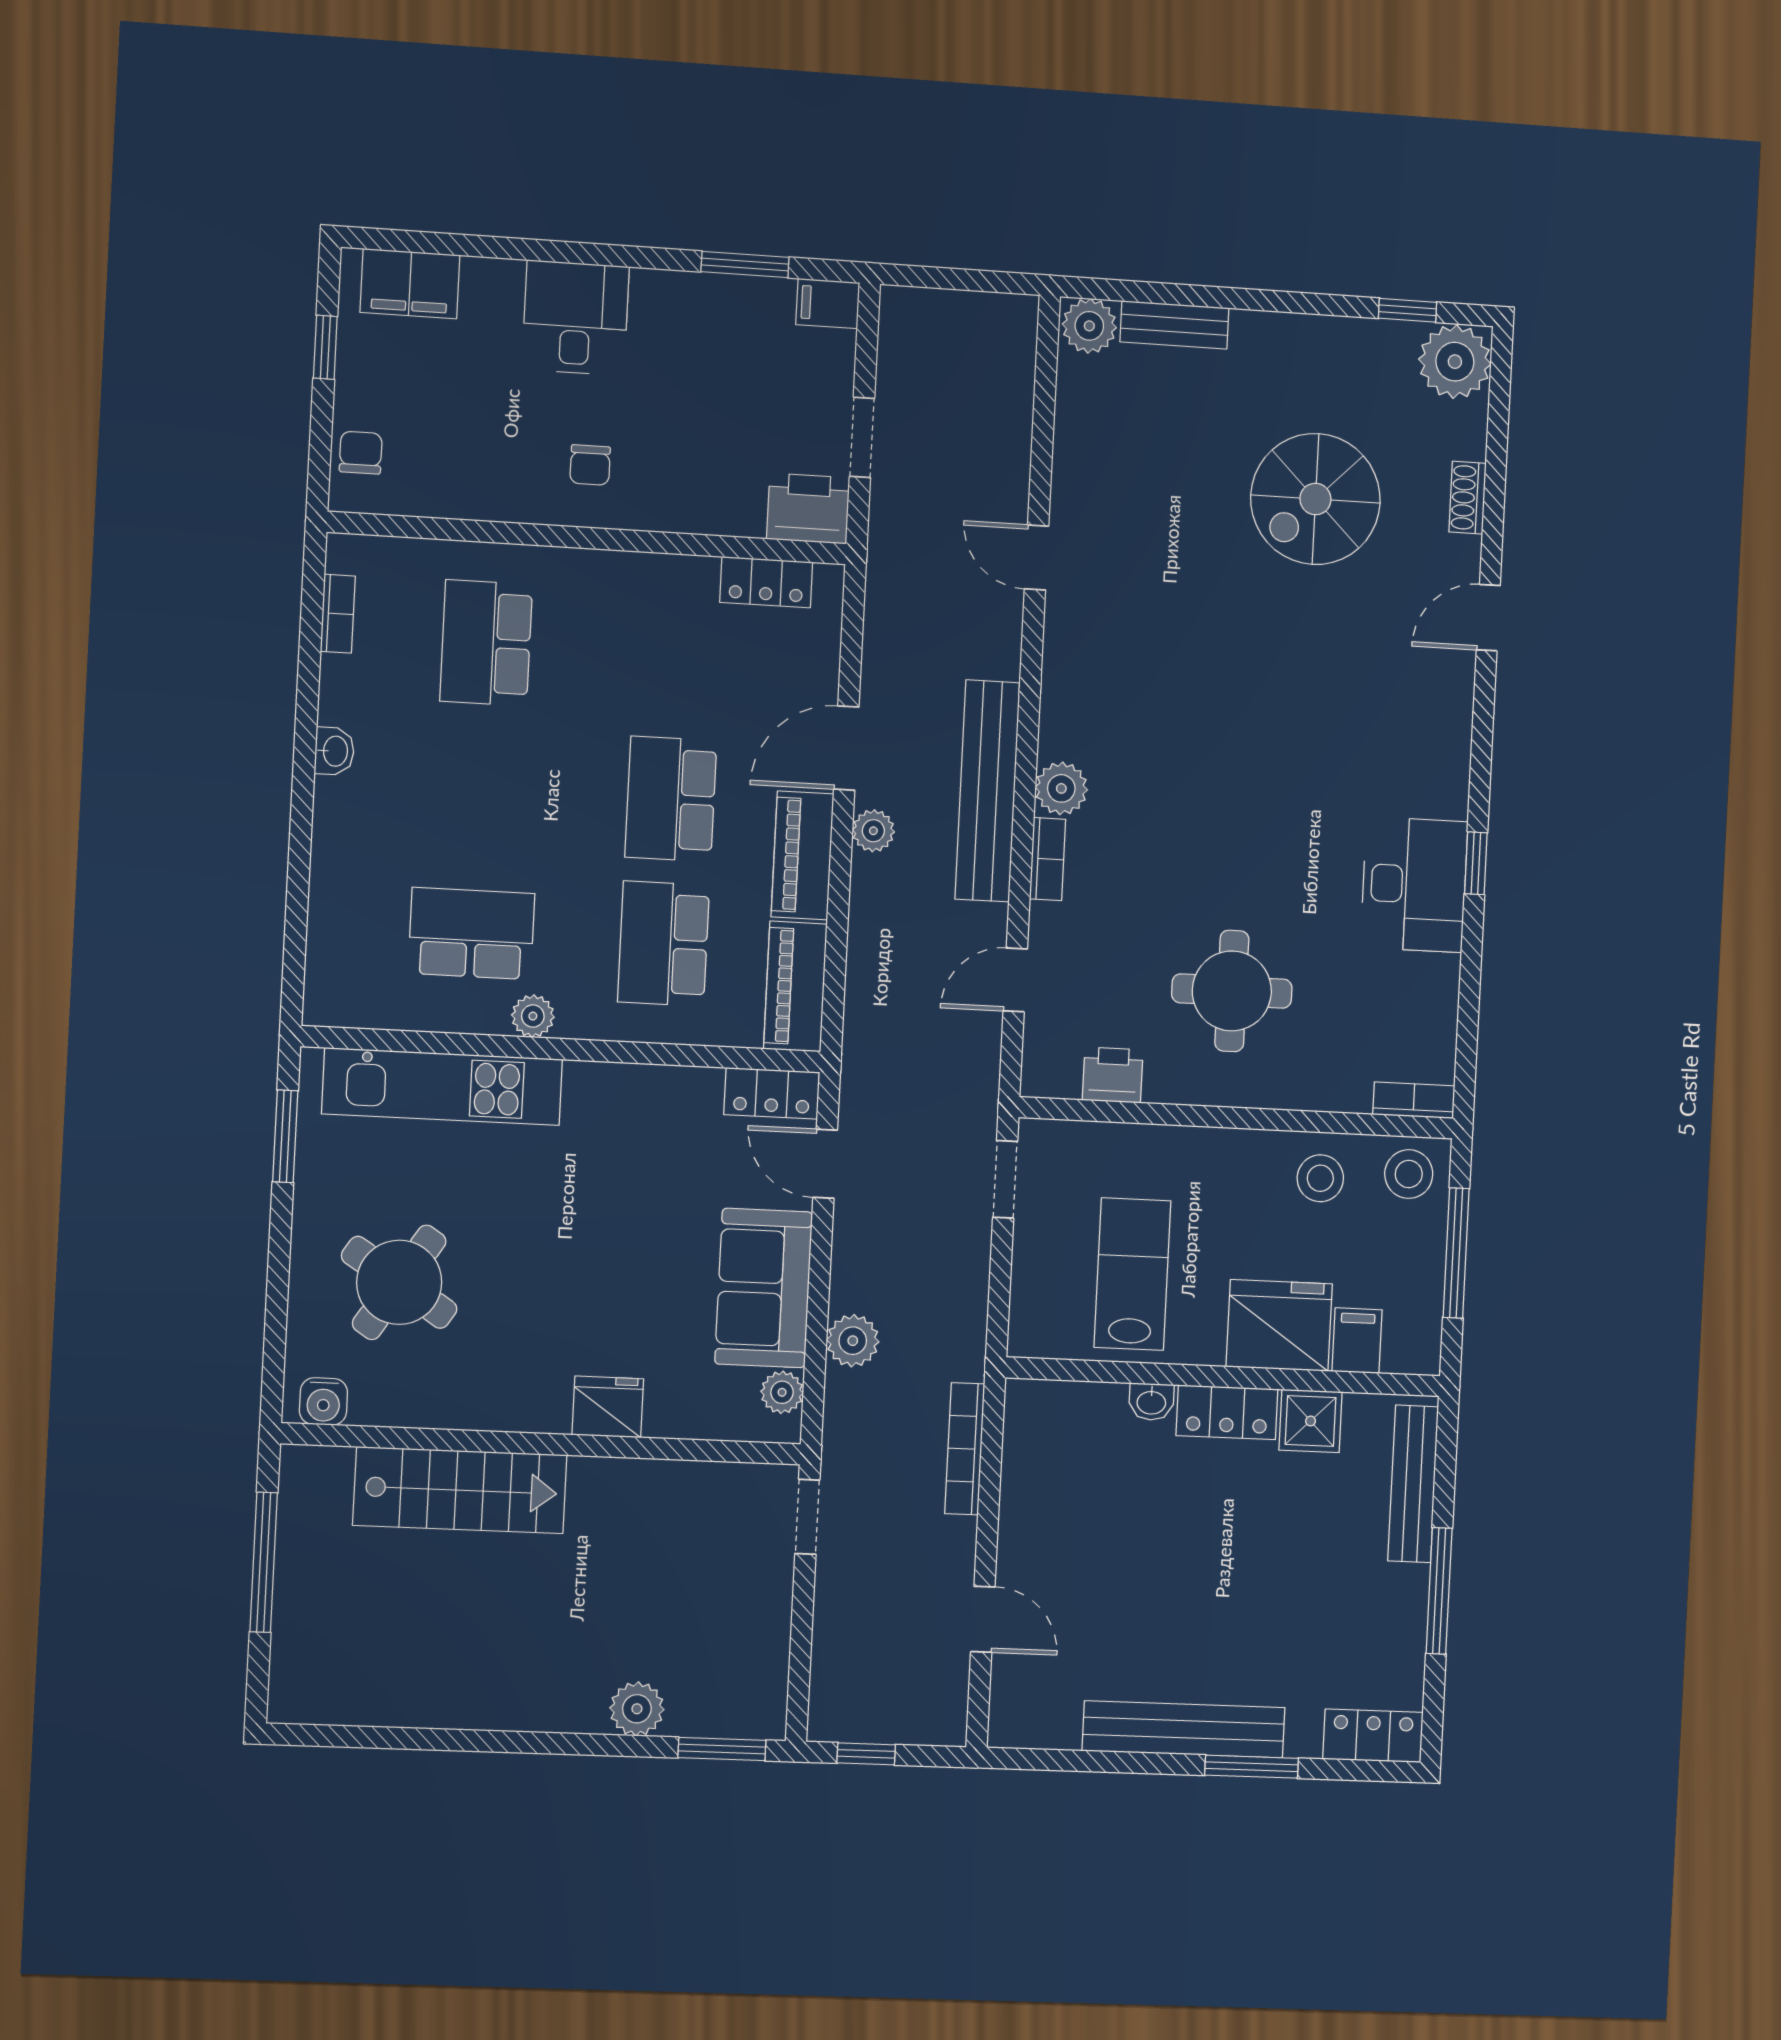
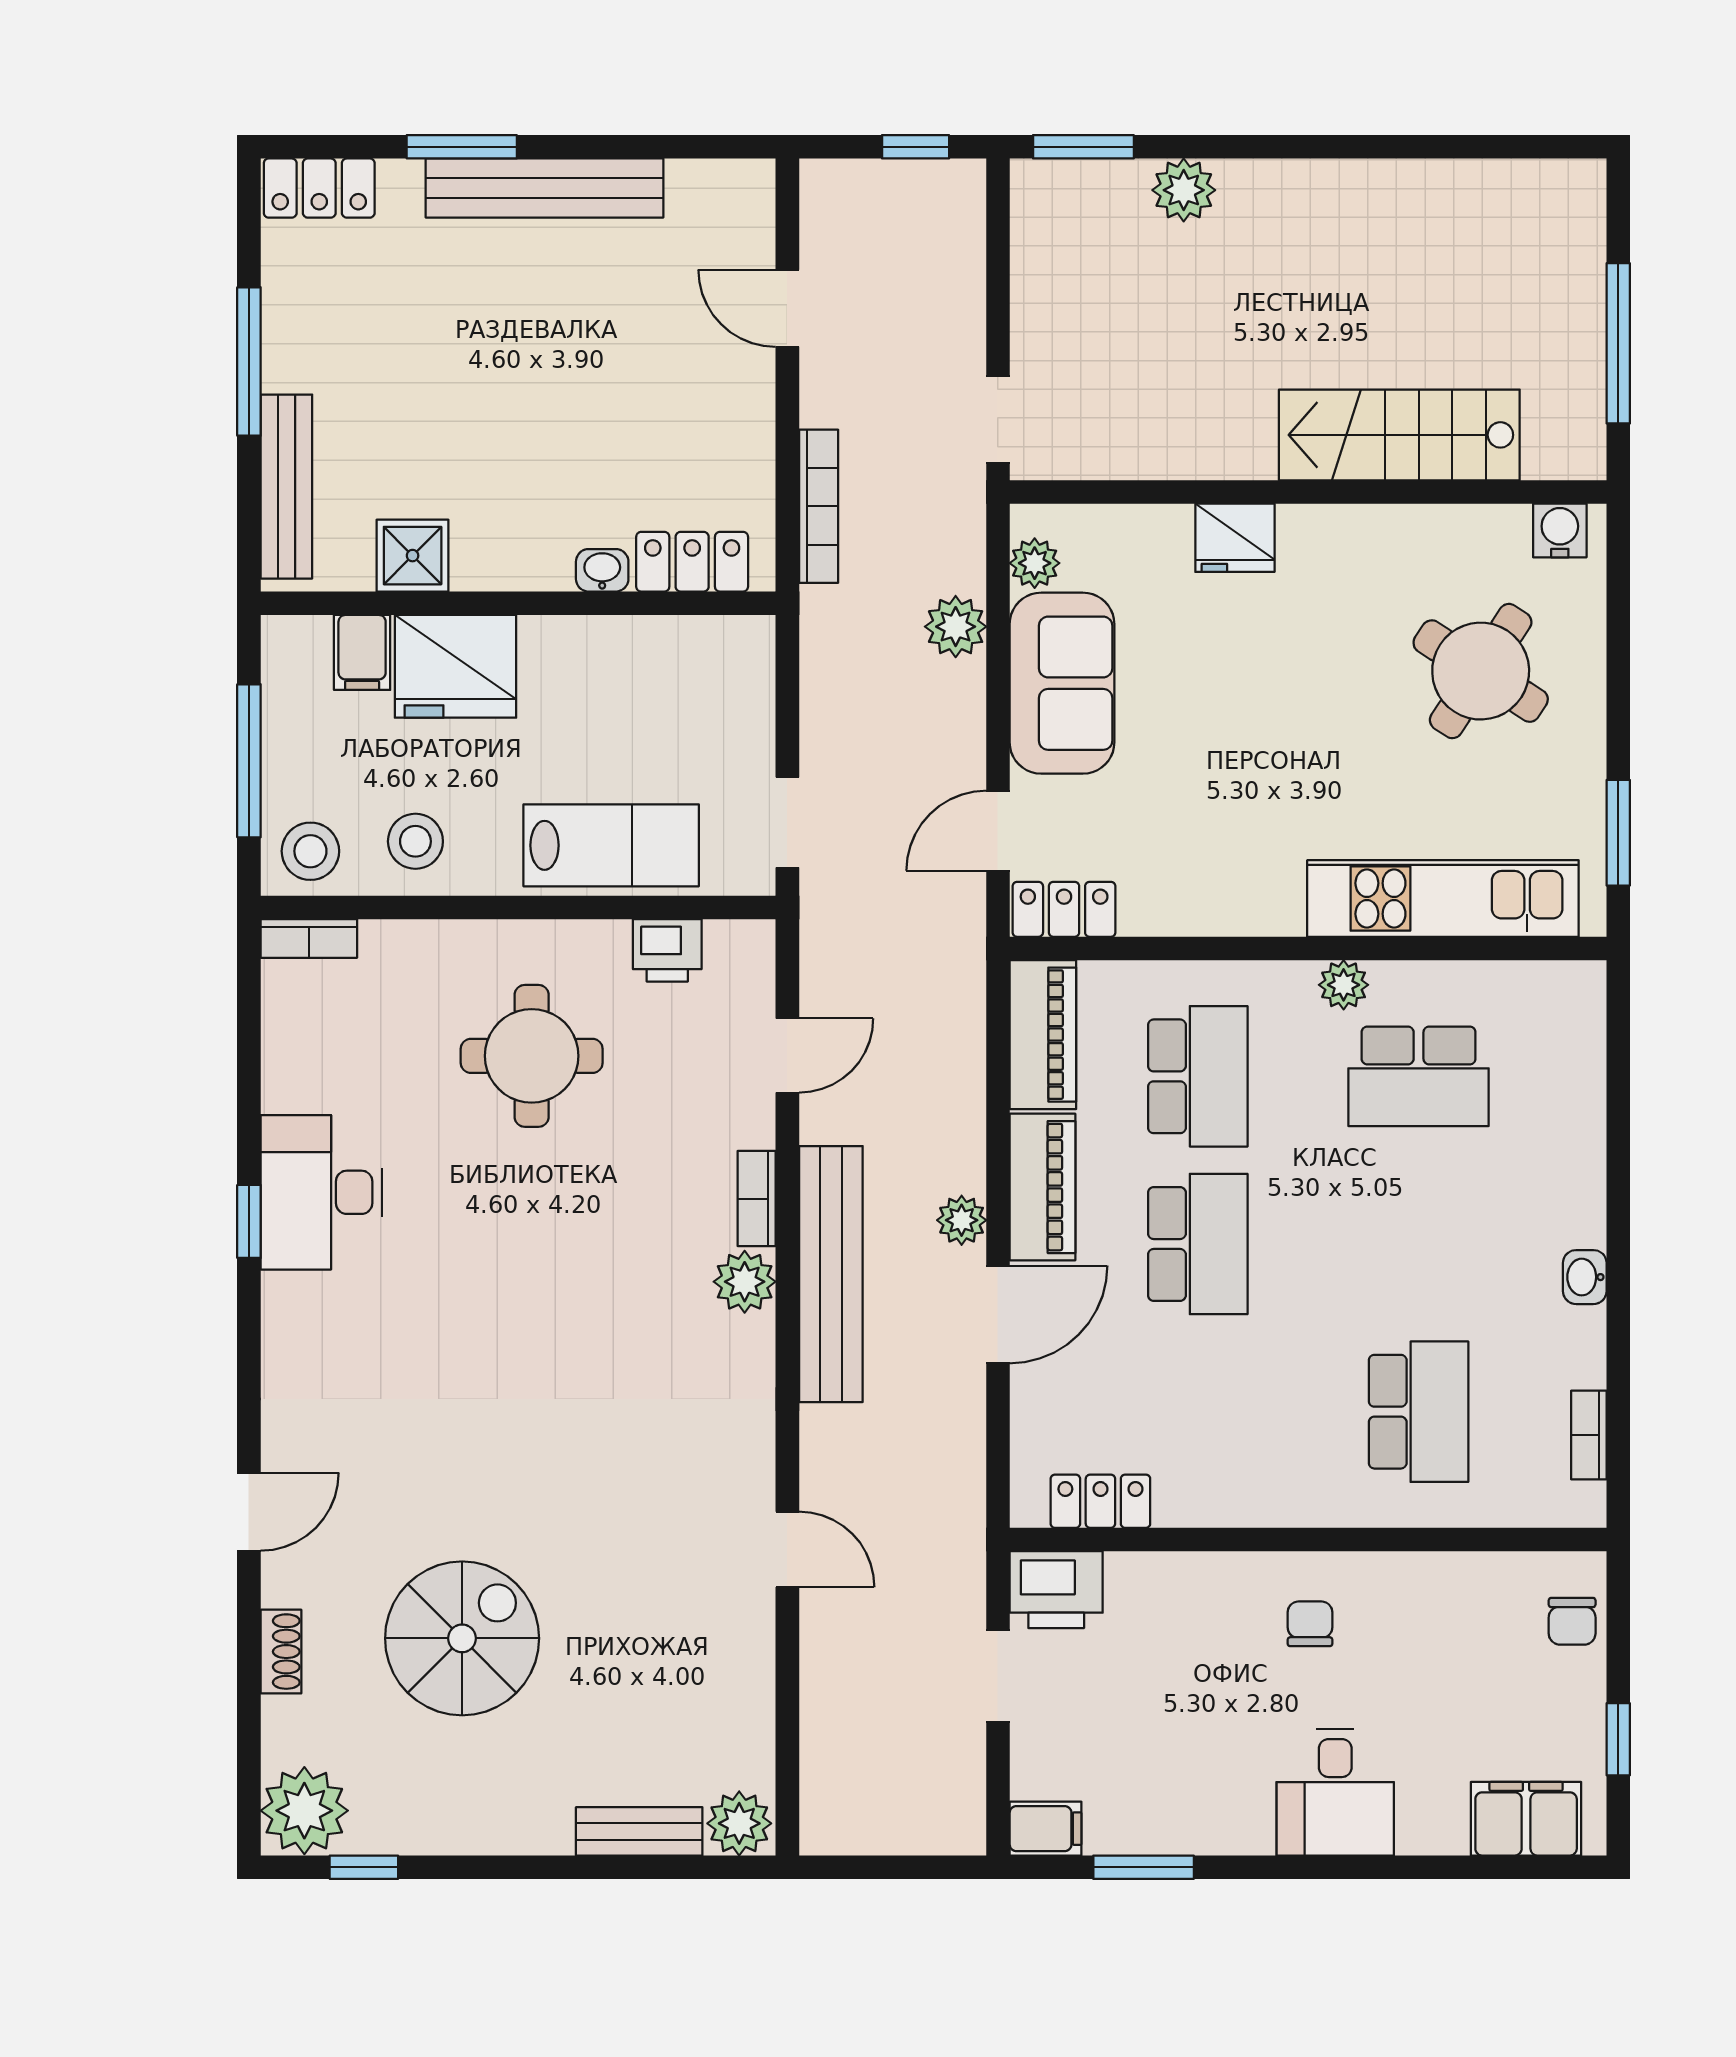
door: (825, 1164) -> (998, 831), swing flipped
lab bench: (1132, 1274) -> (611, 845), moved, turned -90
locker: (1227, 1412) -> (692, 562), moved

